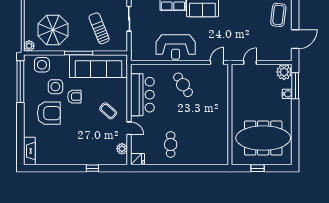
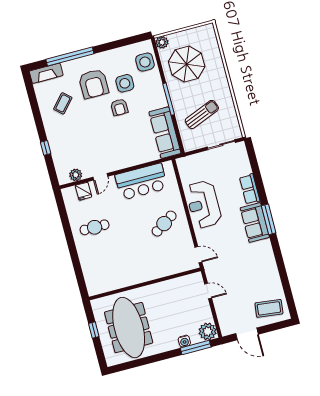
sofa: (99, 66) -> (165, 133), width x0.74, depth x0.79
window: (20, 82) -> (70, 56), moved
coffee table: (108, 111) -> (63, 103), moved
fridge: (138, 159) -> (83, 191), moved

